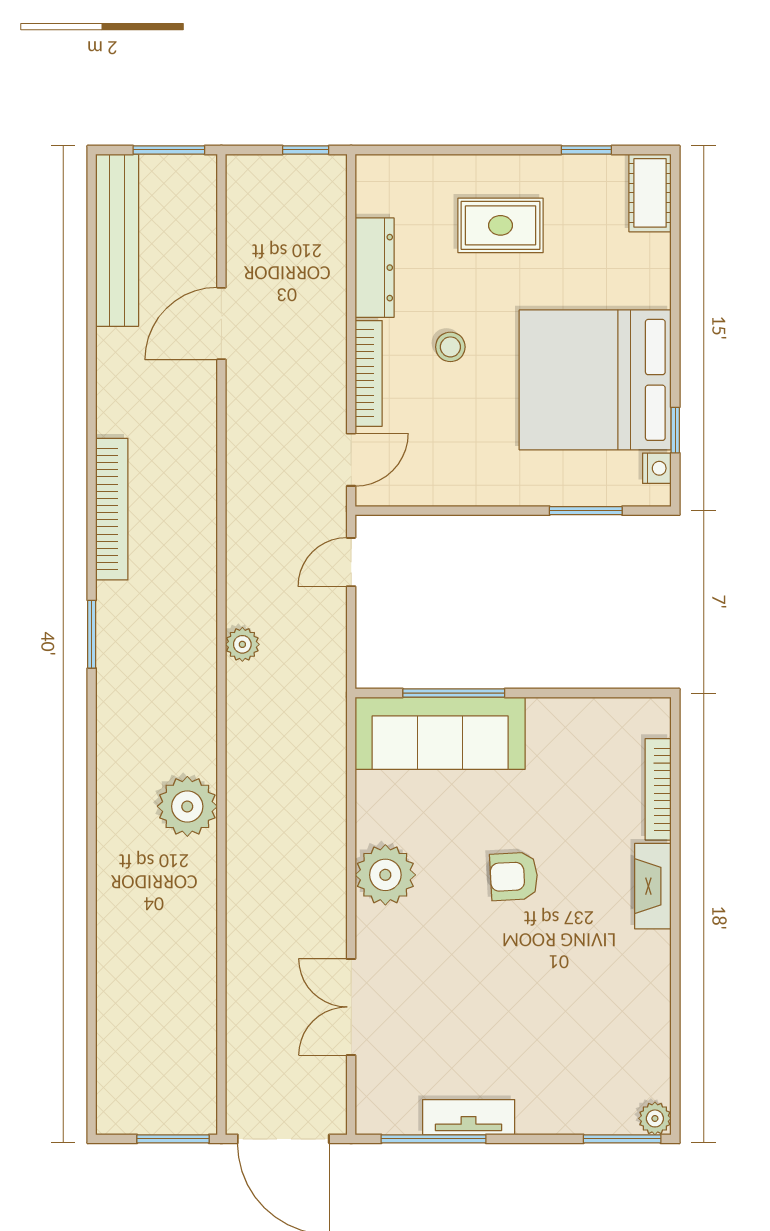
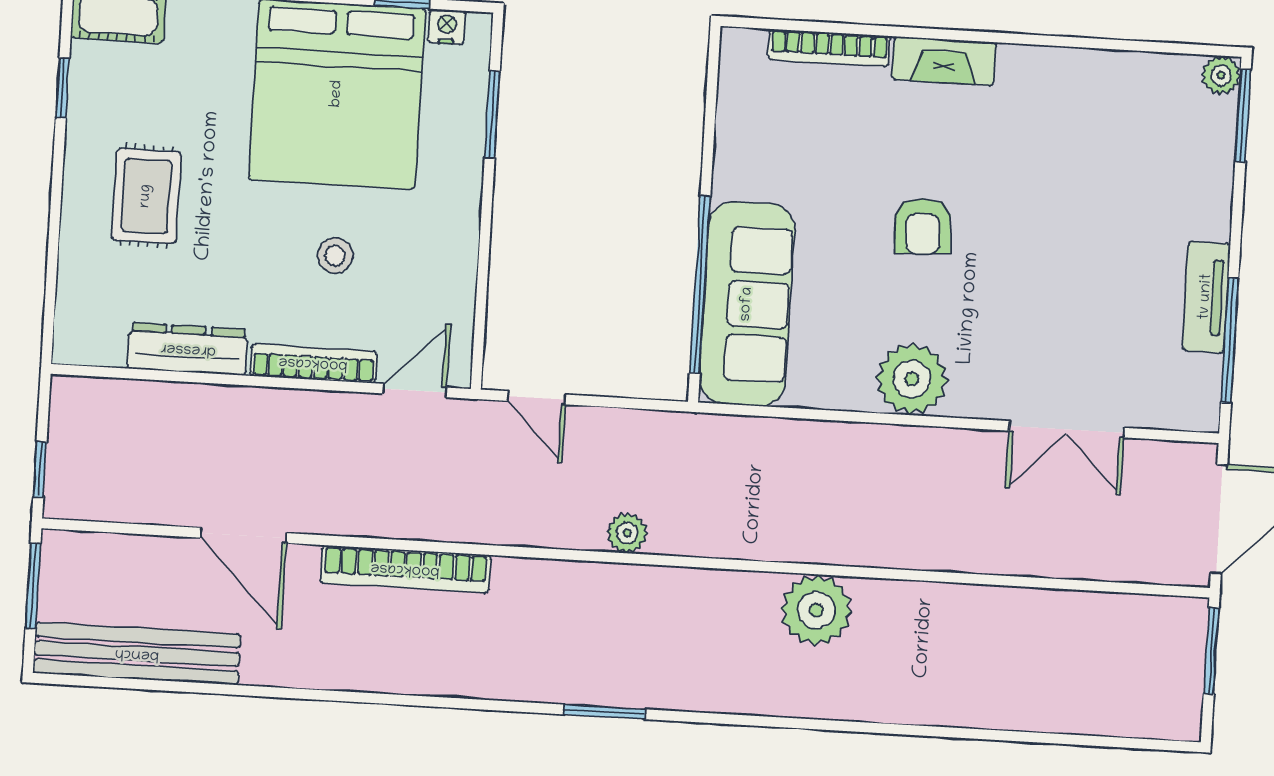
window: (306, 150) -> (40, 469), moved
stool: (450, 347) -> (335, 256), moved
door: (351, 460) -> (415, 391), hinge flipped
bookcase: (112, 509) -> (405, 569), moved, turned 180
window: (454, 693) -> (700, 285), width x1.46

